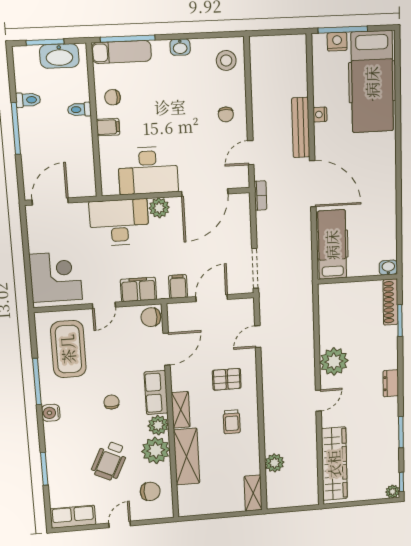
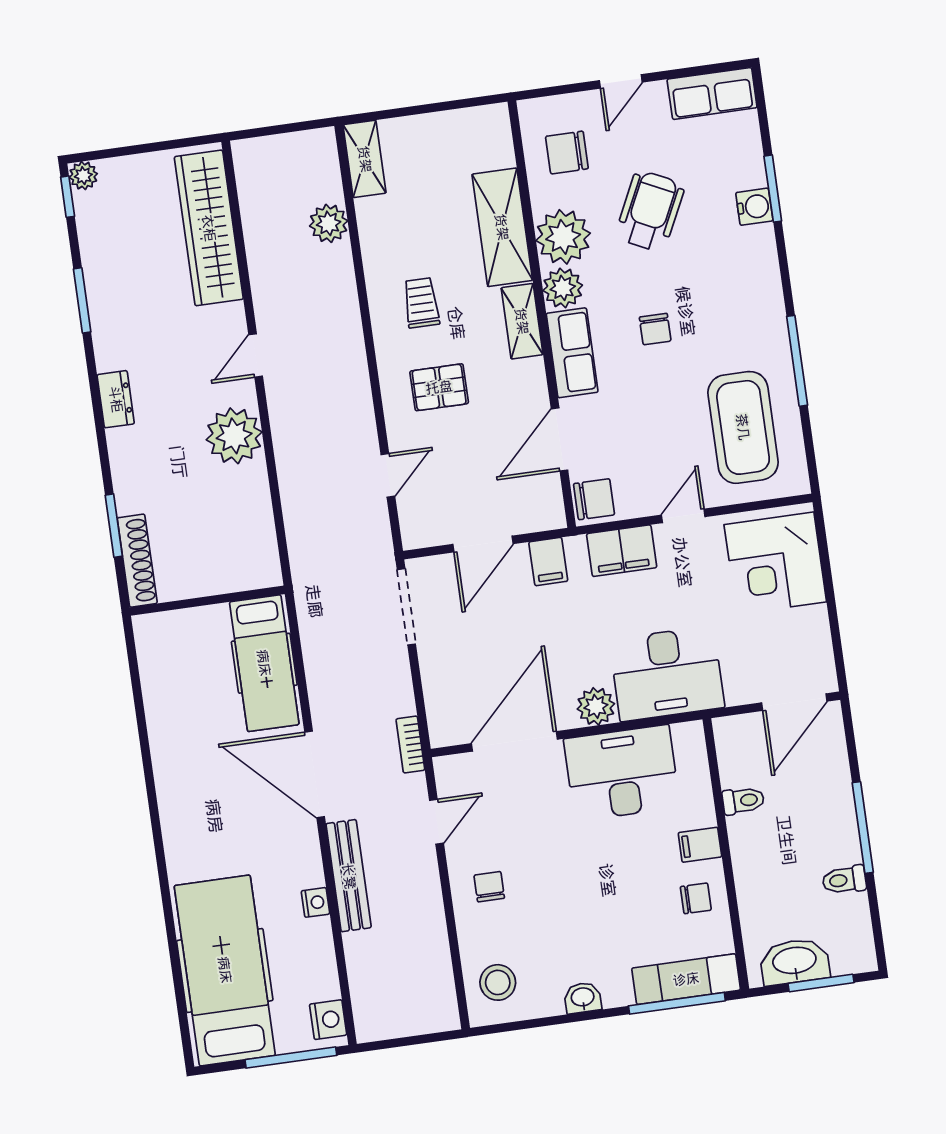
nightstand: (337, 42) -> (328, 1020), moved, turned -90
toilet: (79, 109) -> (743, 801), moved
washbasin: (388, 268) -> (150, 627), removed
water cooler: (51, 413) -> (754, 207), moved

